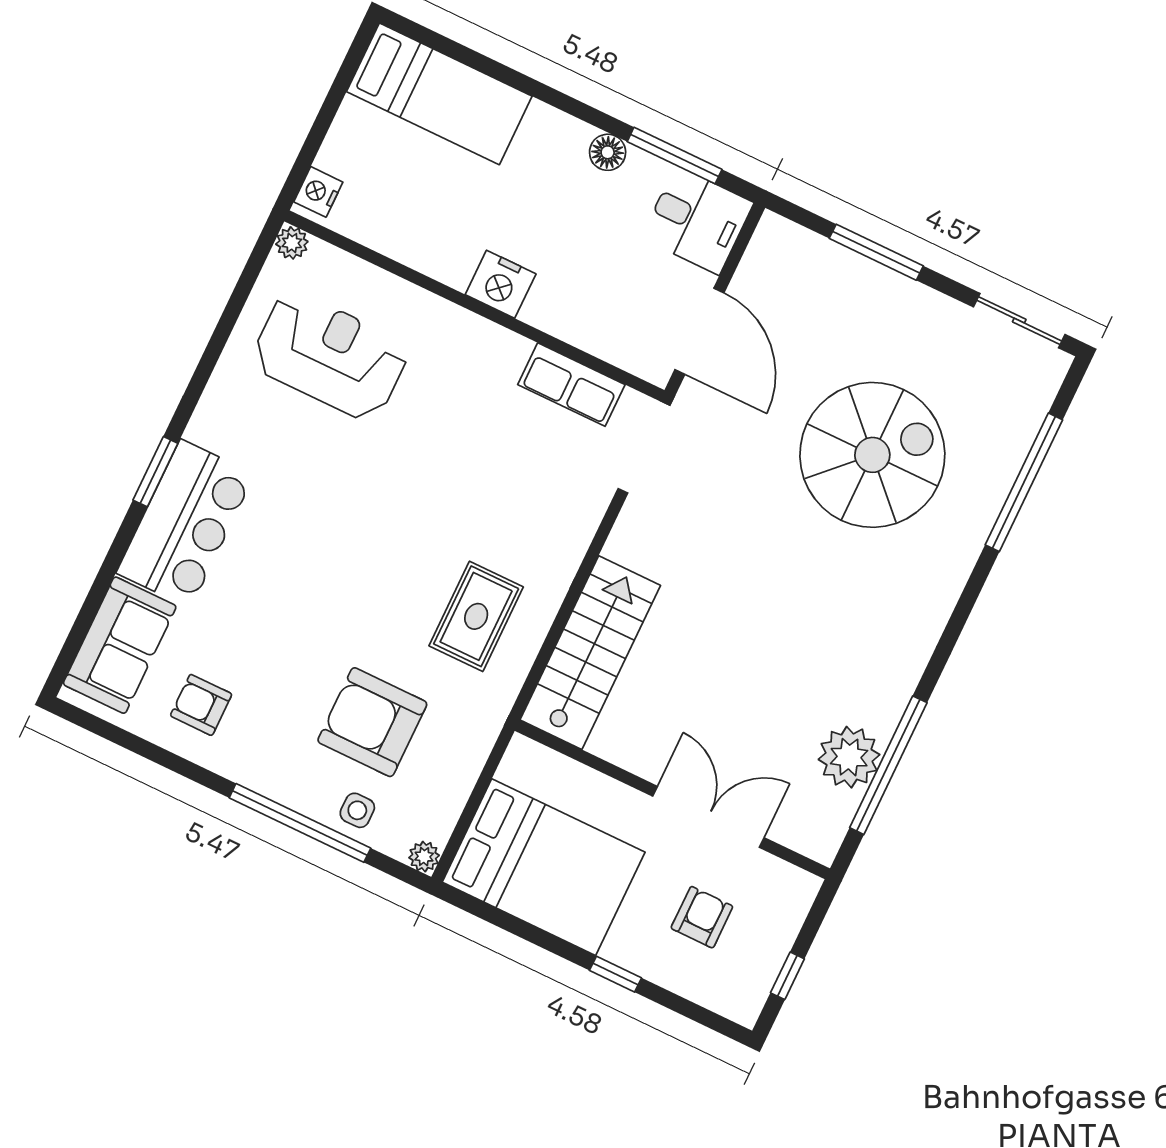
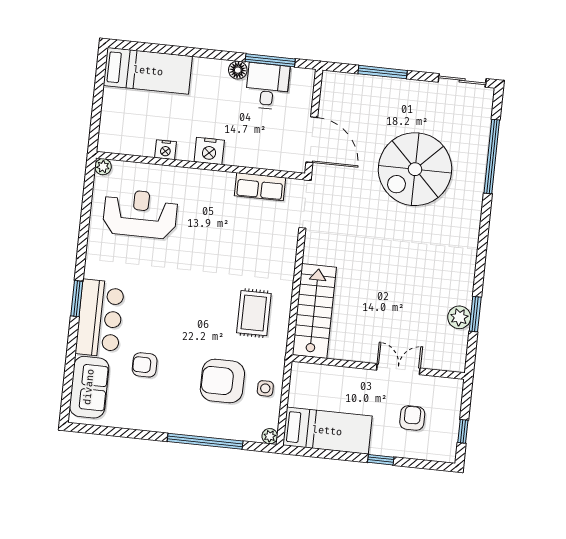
nightstand: (318, 192) -> (165, 150), moved, turned -90
desk: (697, 220) -> (267, 86), moved, turned -90
spiral stairs: (872, 455) -> (415, 169), turned 180
armchair: (201, 705) -> (145, 365), moved
plant: (849, 757) -> (459, 317), width x0.73, depth x0.73
window: (888, 765) -> (475, 314), width x0.47
side table: (357, 810) -> (265, 388), moved
double door: (708, 817) -> (398, 369), width x0.73
bed: (544, 867) -> (327, 431), width x0.67

